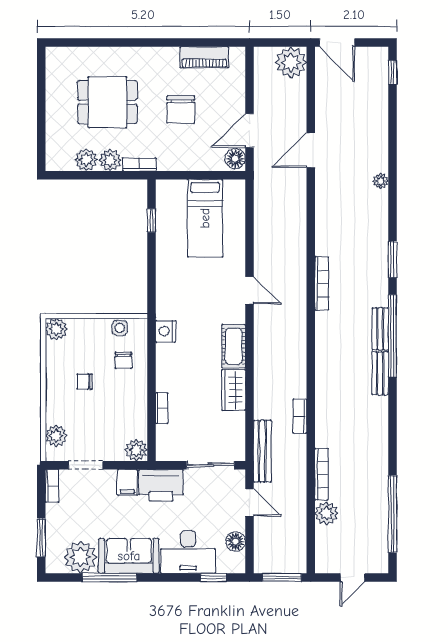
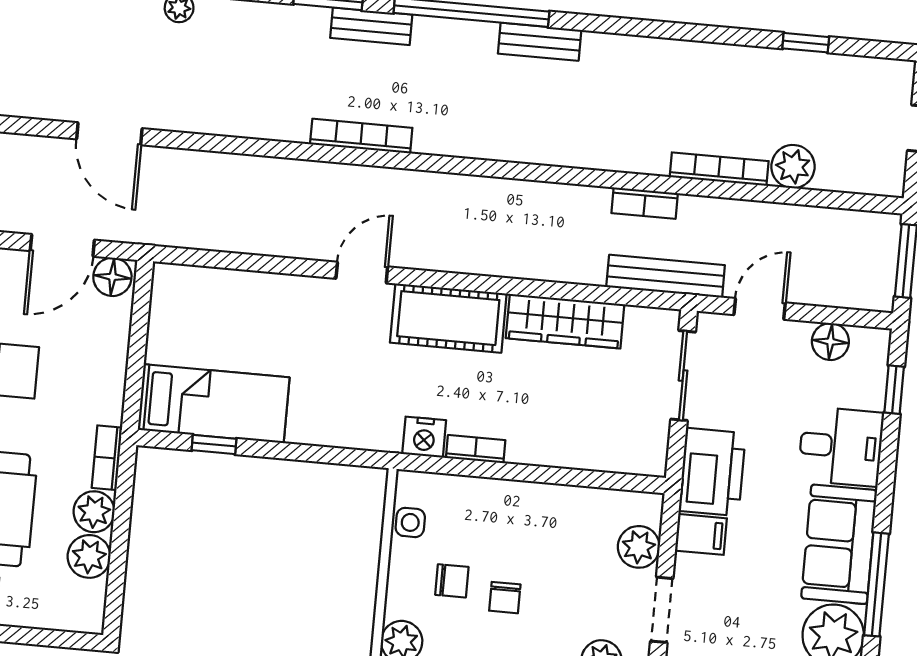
door: (250, 131) -> (62, 245), hinge flipped
bed: (205, 218) -> (214, 404), moved
bench: (380, 329) -> (371, 26), moved
cot: (234, 346) -> (448, 318), width x1.37, depth x1.34
chair: (123, 360) -> (452, 581), moved
wardrobe: (234, 390) -> (565, 321), width x1.50
bookcase: (162, 408) -> (476, 449), moved
bookcase: (300, 416) -> (645, 203), moved
plant: (136, 450) -> (639, 547), moved
window: (392, 514) -> (806, 43), width x0.32
desk: (188, 552) -> (841, 446), width x0.73

